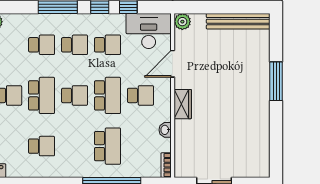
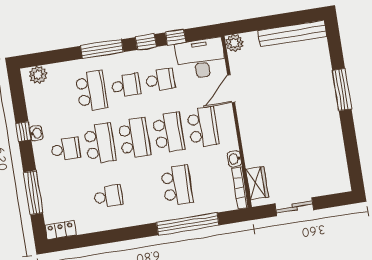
school desk: (42, 45) -> (91, 91), width x1.85
school desk: (75, 95) -> (134, 138), width x1.85
school desk: (140, 95) -> (203, 127), width x1.85
wardrobe: (183, 104) -> (257, 183), moved
bookcase: (166, 165) -> (240, 188), width x1.56

